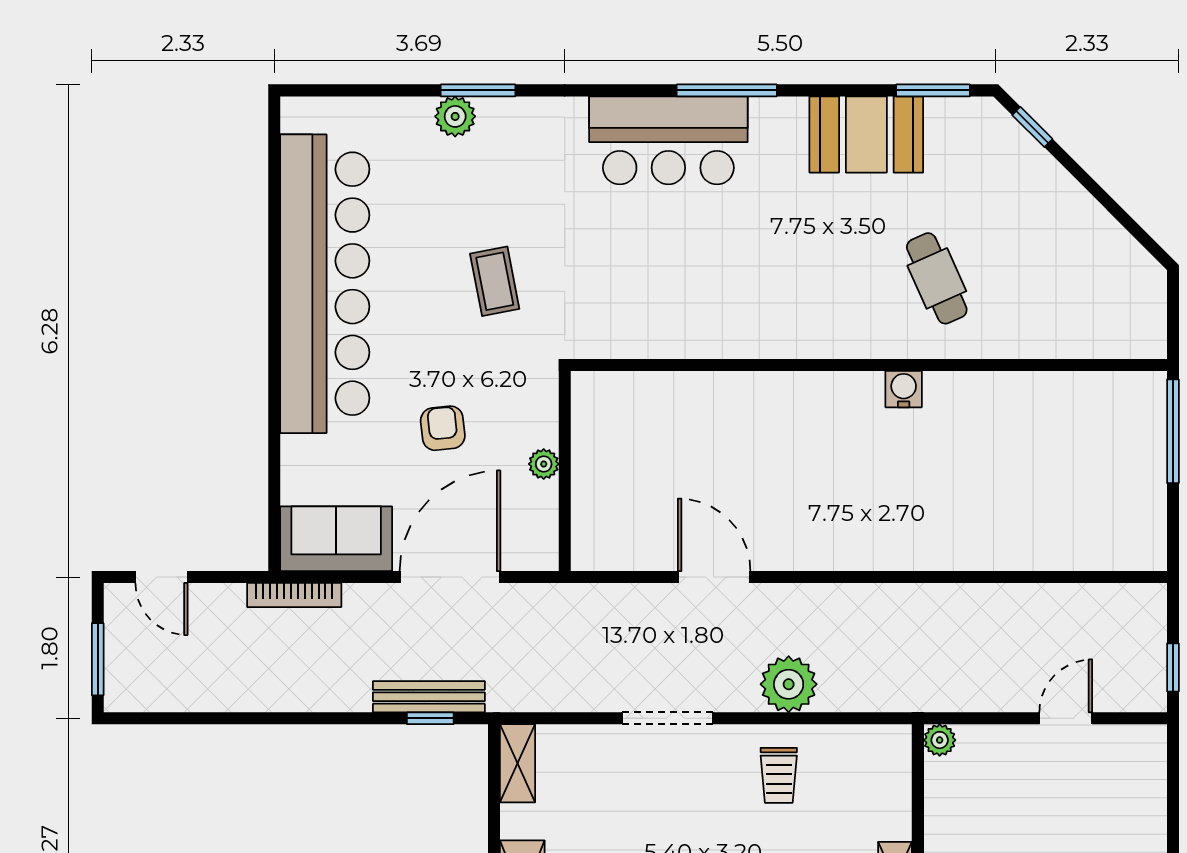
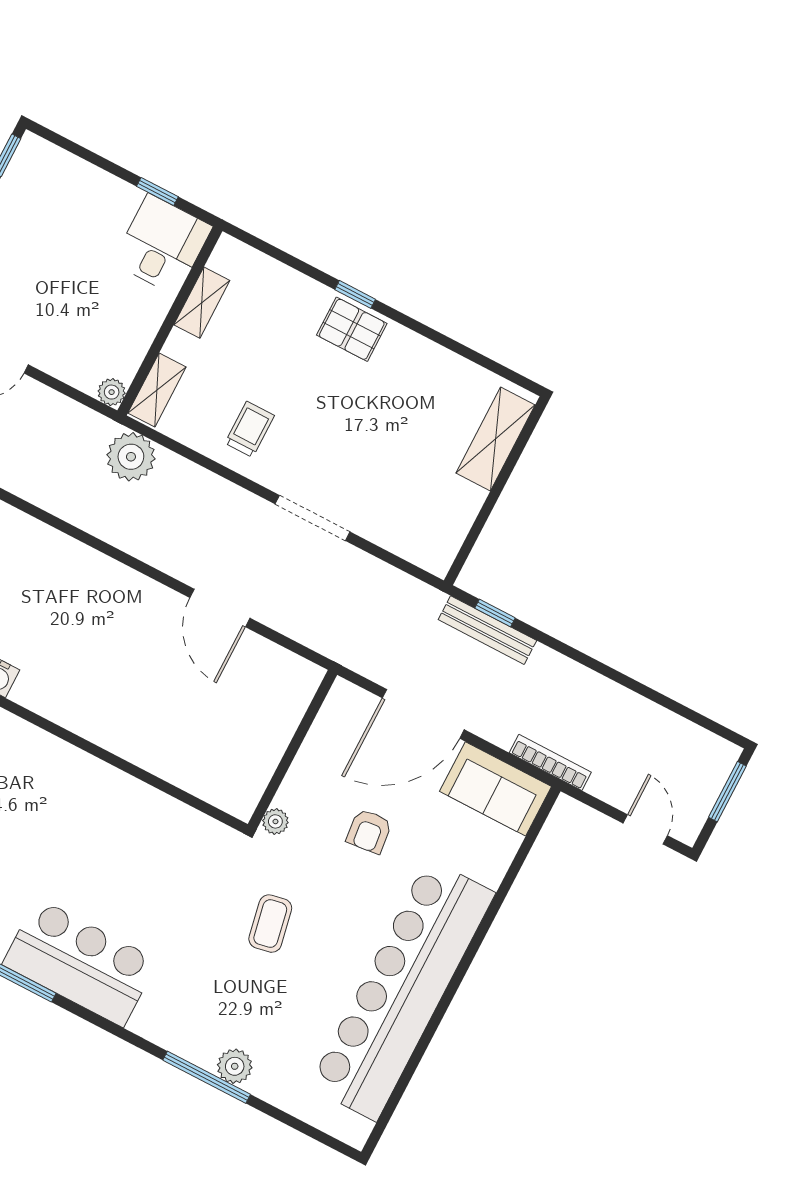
window: (478, 90) -> (207, 1077), width x1.44
plant: (544, 464) -> (275, 821), moved
plant: (789, 684) -> (131, 457), moved
shelving: (518, 763) -> (157, 390), moved

